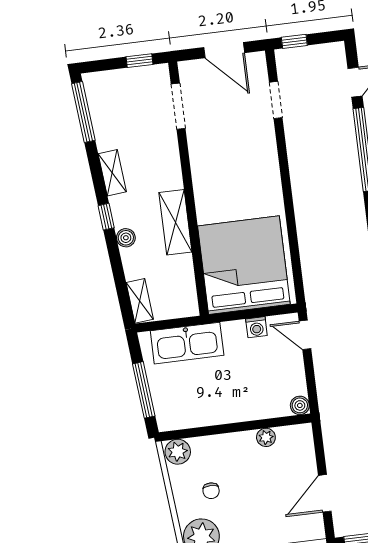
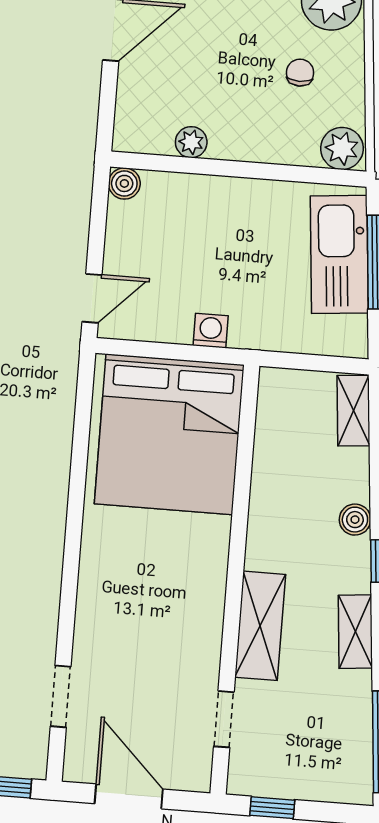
doorway: (178, 106) -> (224, 719), width x0.73
shelving: (175, 222) -> (260, 626), moved
washing machine: (256, 327) -> (211, 331), moved
door: (305, 335) -> (92, 298), hinge flipped
kitchen sink: (187, 343) -> (339, 254), moved, turned -95

